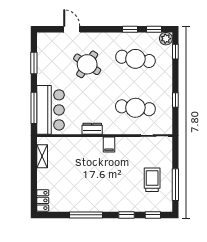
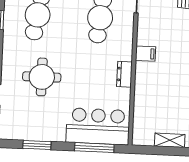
round table: (87, 64) -> (42, 77), turned -34
shelving: (42, 156) -> (170, 140), moved

